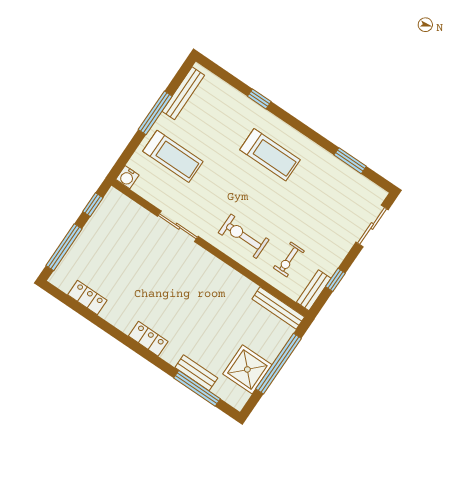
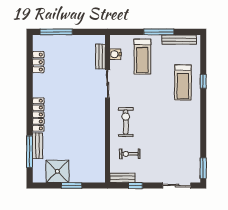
treadmill: (270, 155) -> (183, 82), moved
window: (350, 161) -> (203, 168), moved
water cooler: (127, 177) -> (115, 54), moved
window: (93, 205) -> (89, 32), removed
bench: (278, 308) -> (100, 57), moved, width x0.73
locker: (148, 339) -> (38, 115), width x1.53
window: (279, 364) -> (72, 186), width x0.47

